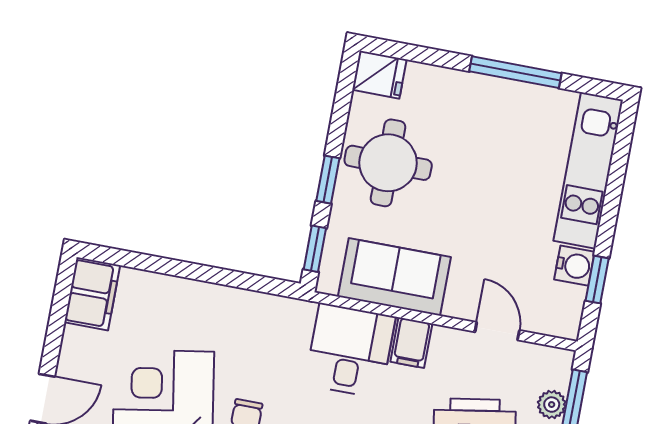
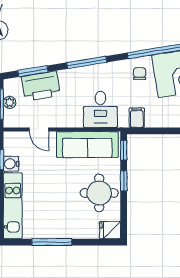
sofa: (394, 277) -> (87, 145), width x1.36
filing cabinet: (411, 343) -> (137, 118), moved

